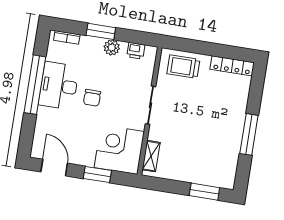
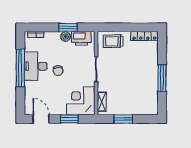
window: (101, 31) -> (68, 27), moved
printer: (136, 51) -> (81, 38), width x1.87, depth x1.48
window: (204, 192) -> (123, 119), moved

